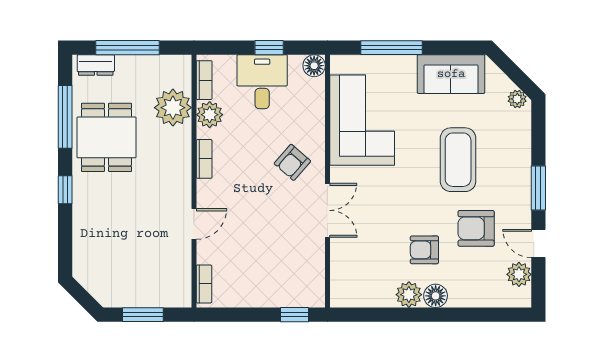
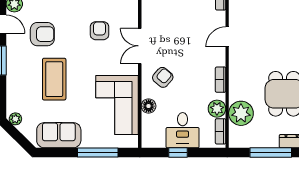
floor lamp: (314, 66) -> (149, 106), moved
armchair: (424, 250) -> (100, 31), moved, turned -90

